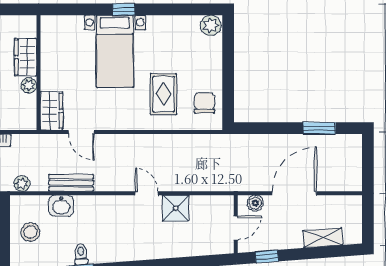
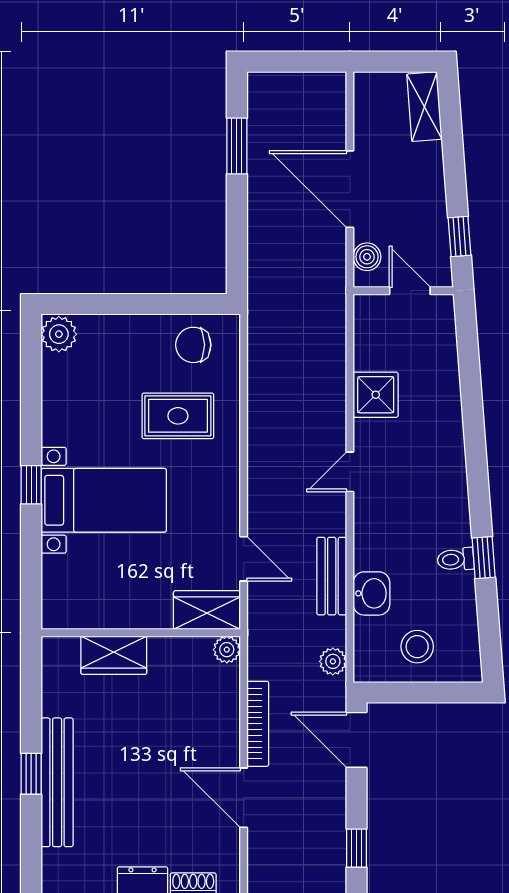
plant: (29, 85) -> (227, 650), moved
door: (81, 132) -> (244, 559), hinge flipped
door: (147, 193) -> (350, 472), moved
shelving: (323, 238) -> (424, 107), moved

